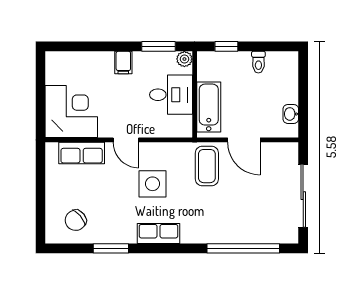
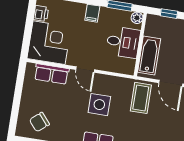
printer: (54, 74) -> (41, 13), added

